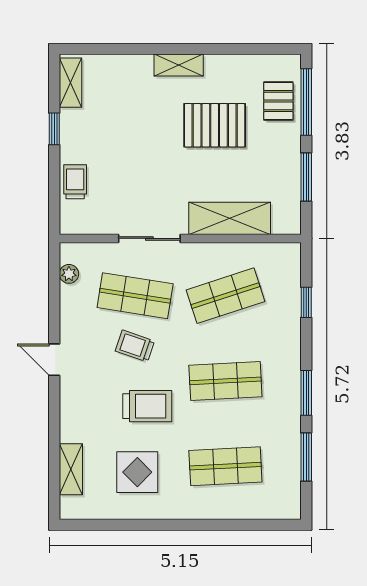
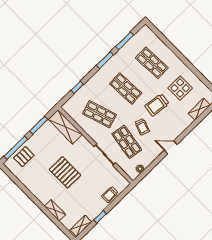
shelving: (179, 65) -> (55, 210), moved
pallet: (215, 125) -> (65, 172), moved
shelving: (230, 218) -> (65, 127), moved
door: (54, 360) -> (171, 147), swing flipped
trolley: (147, 406) -> (157, 105), turned -82

